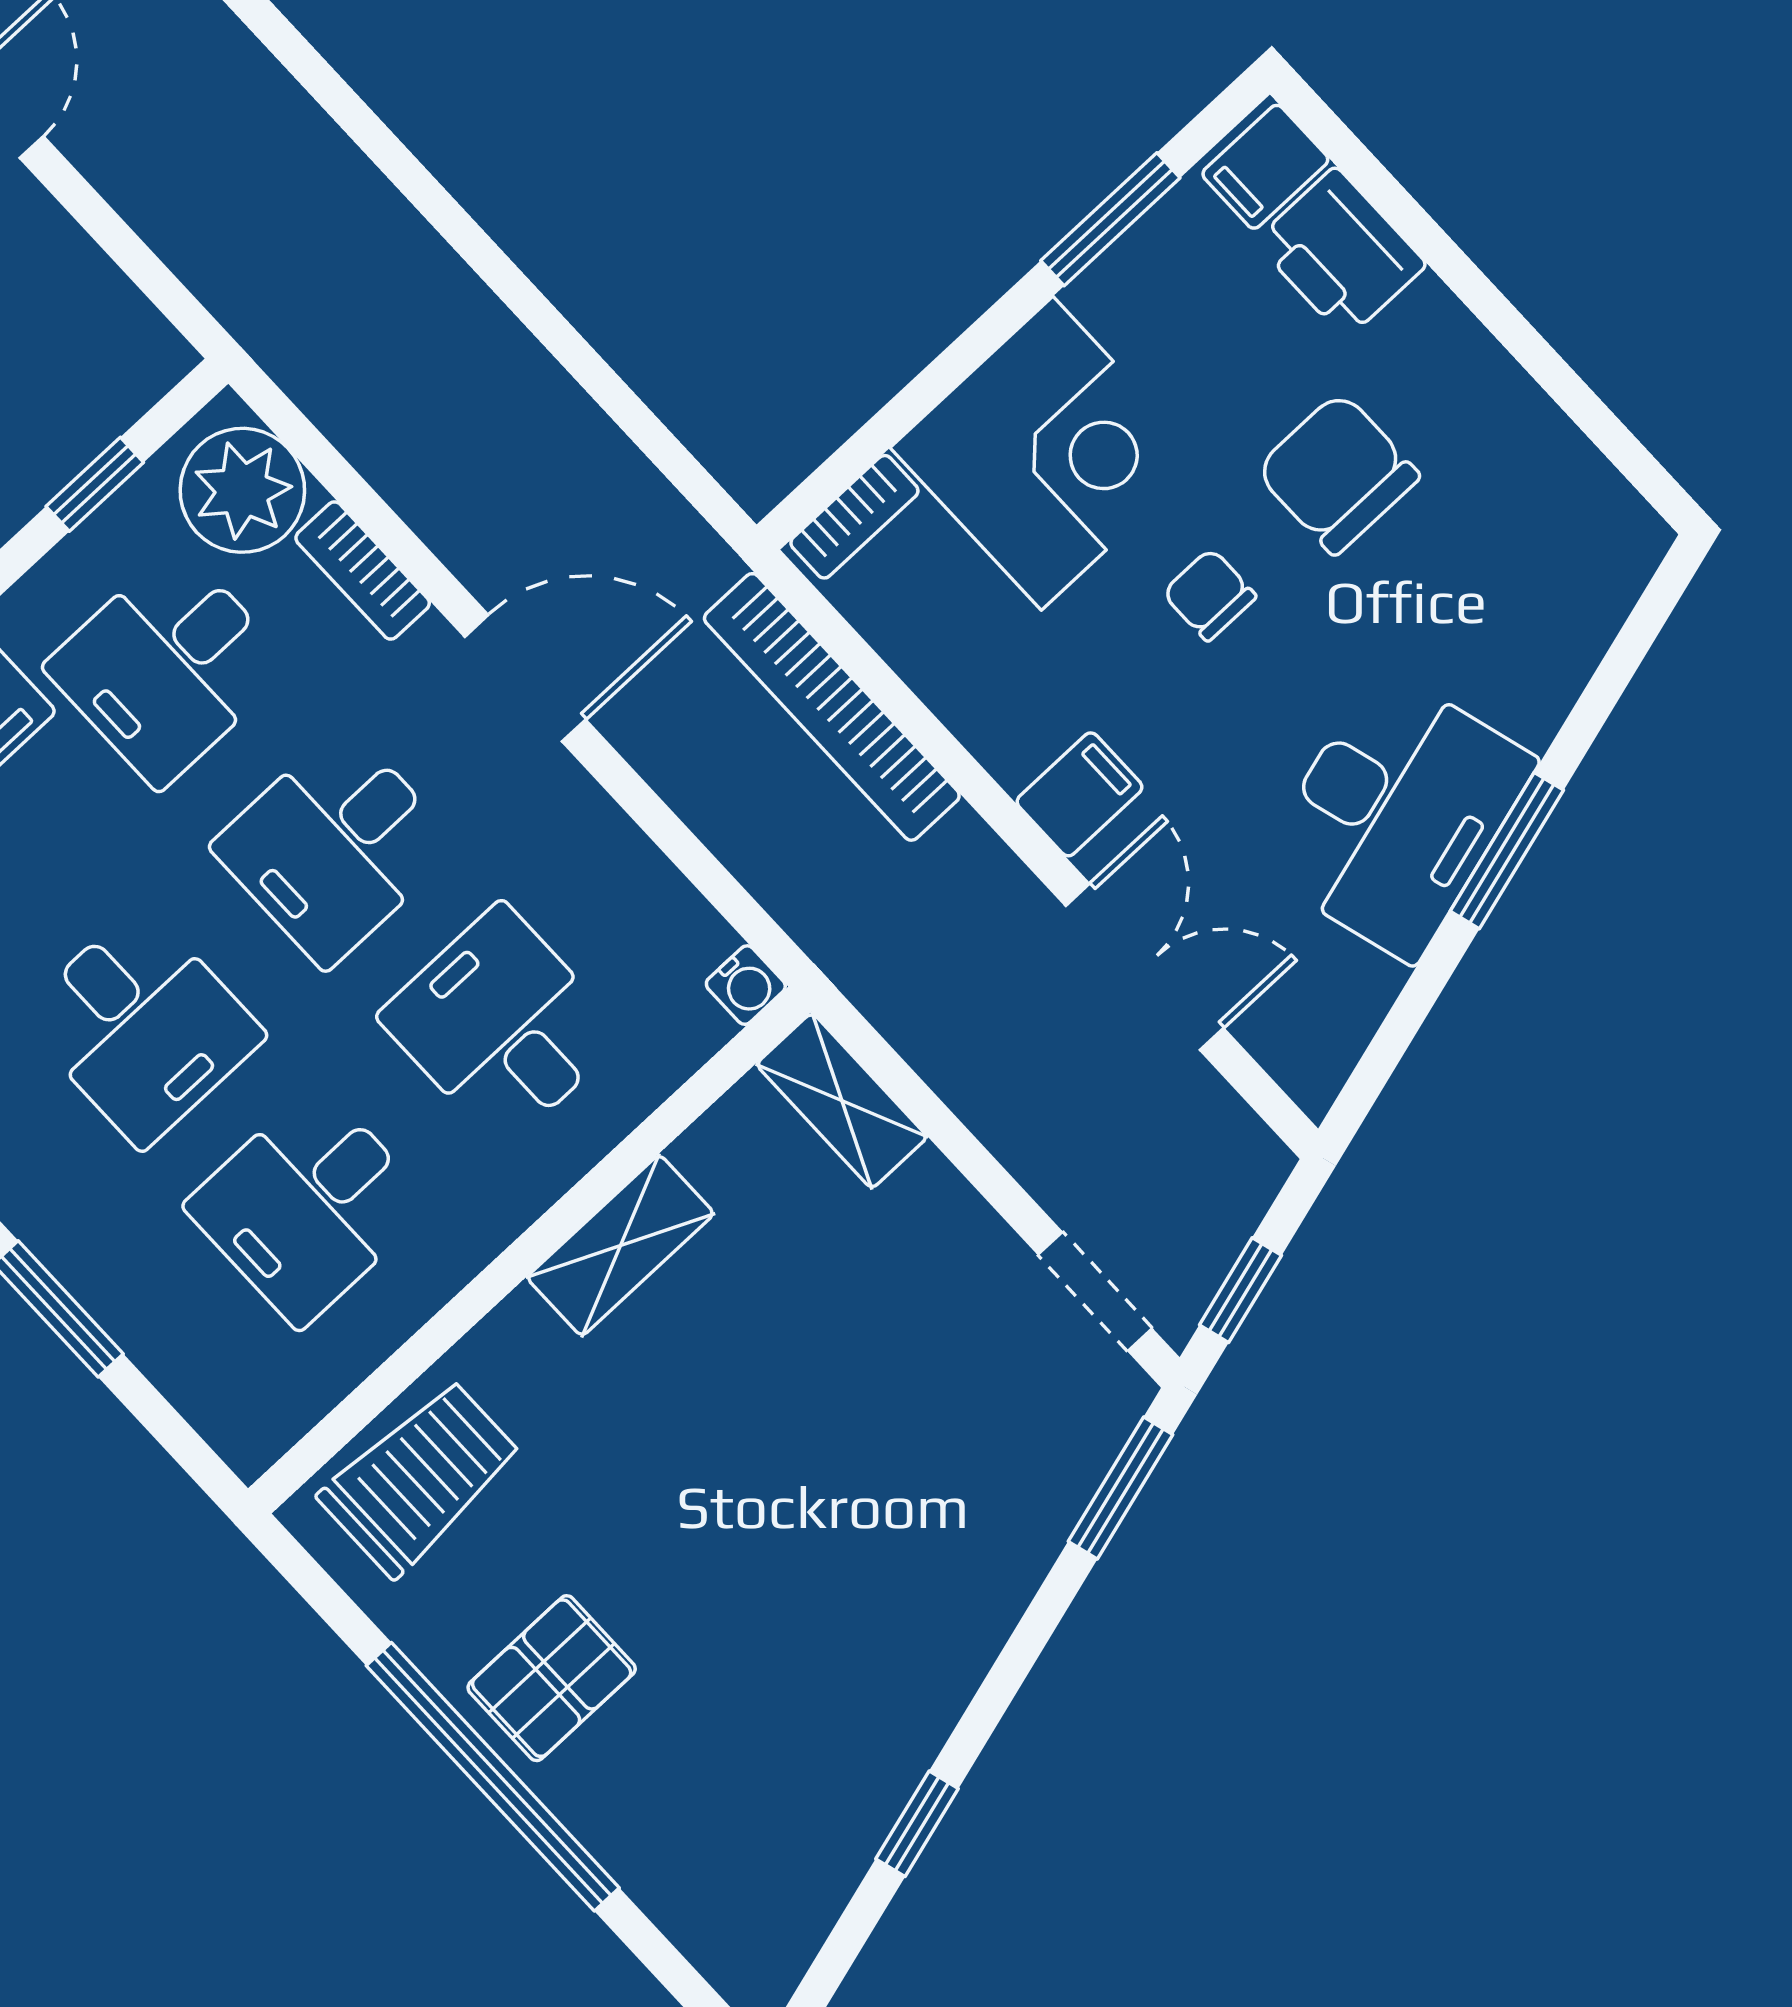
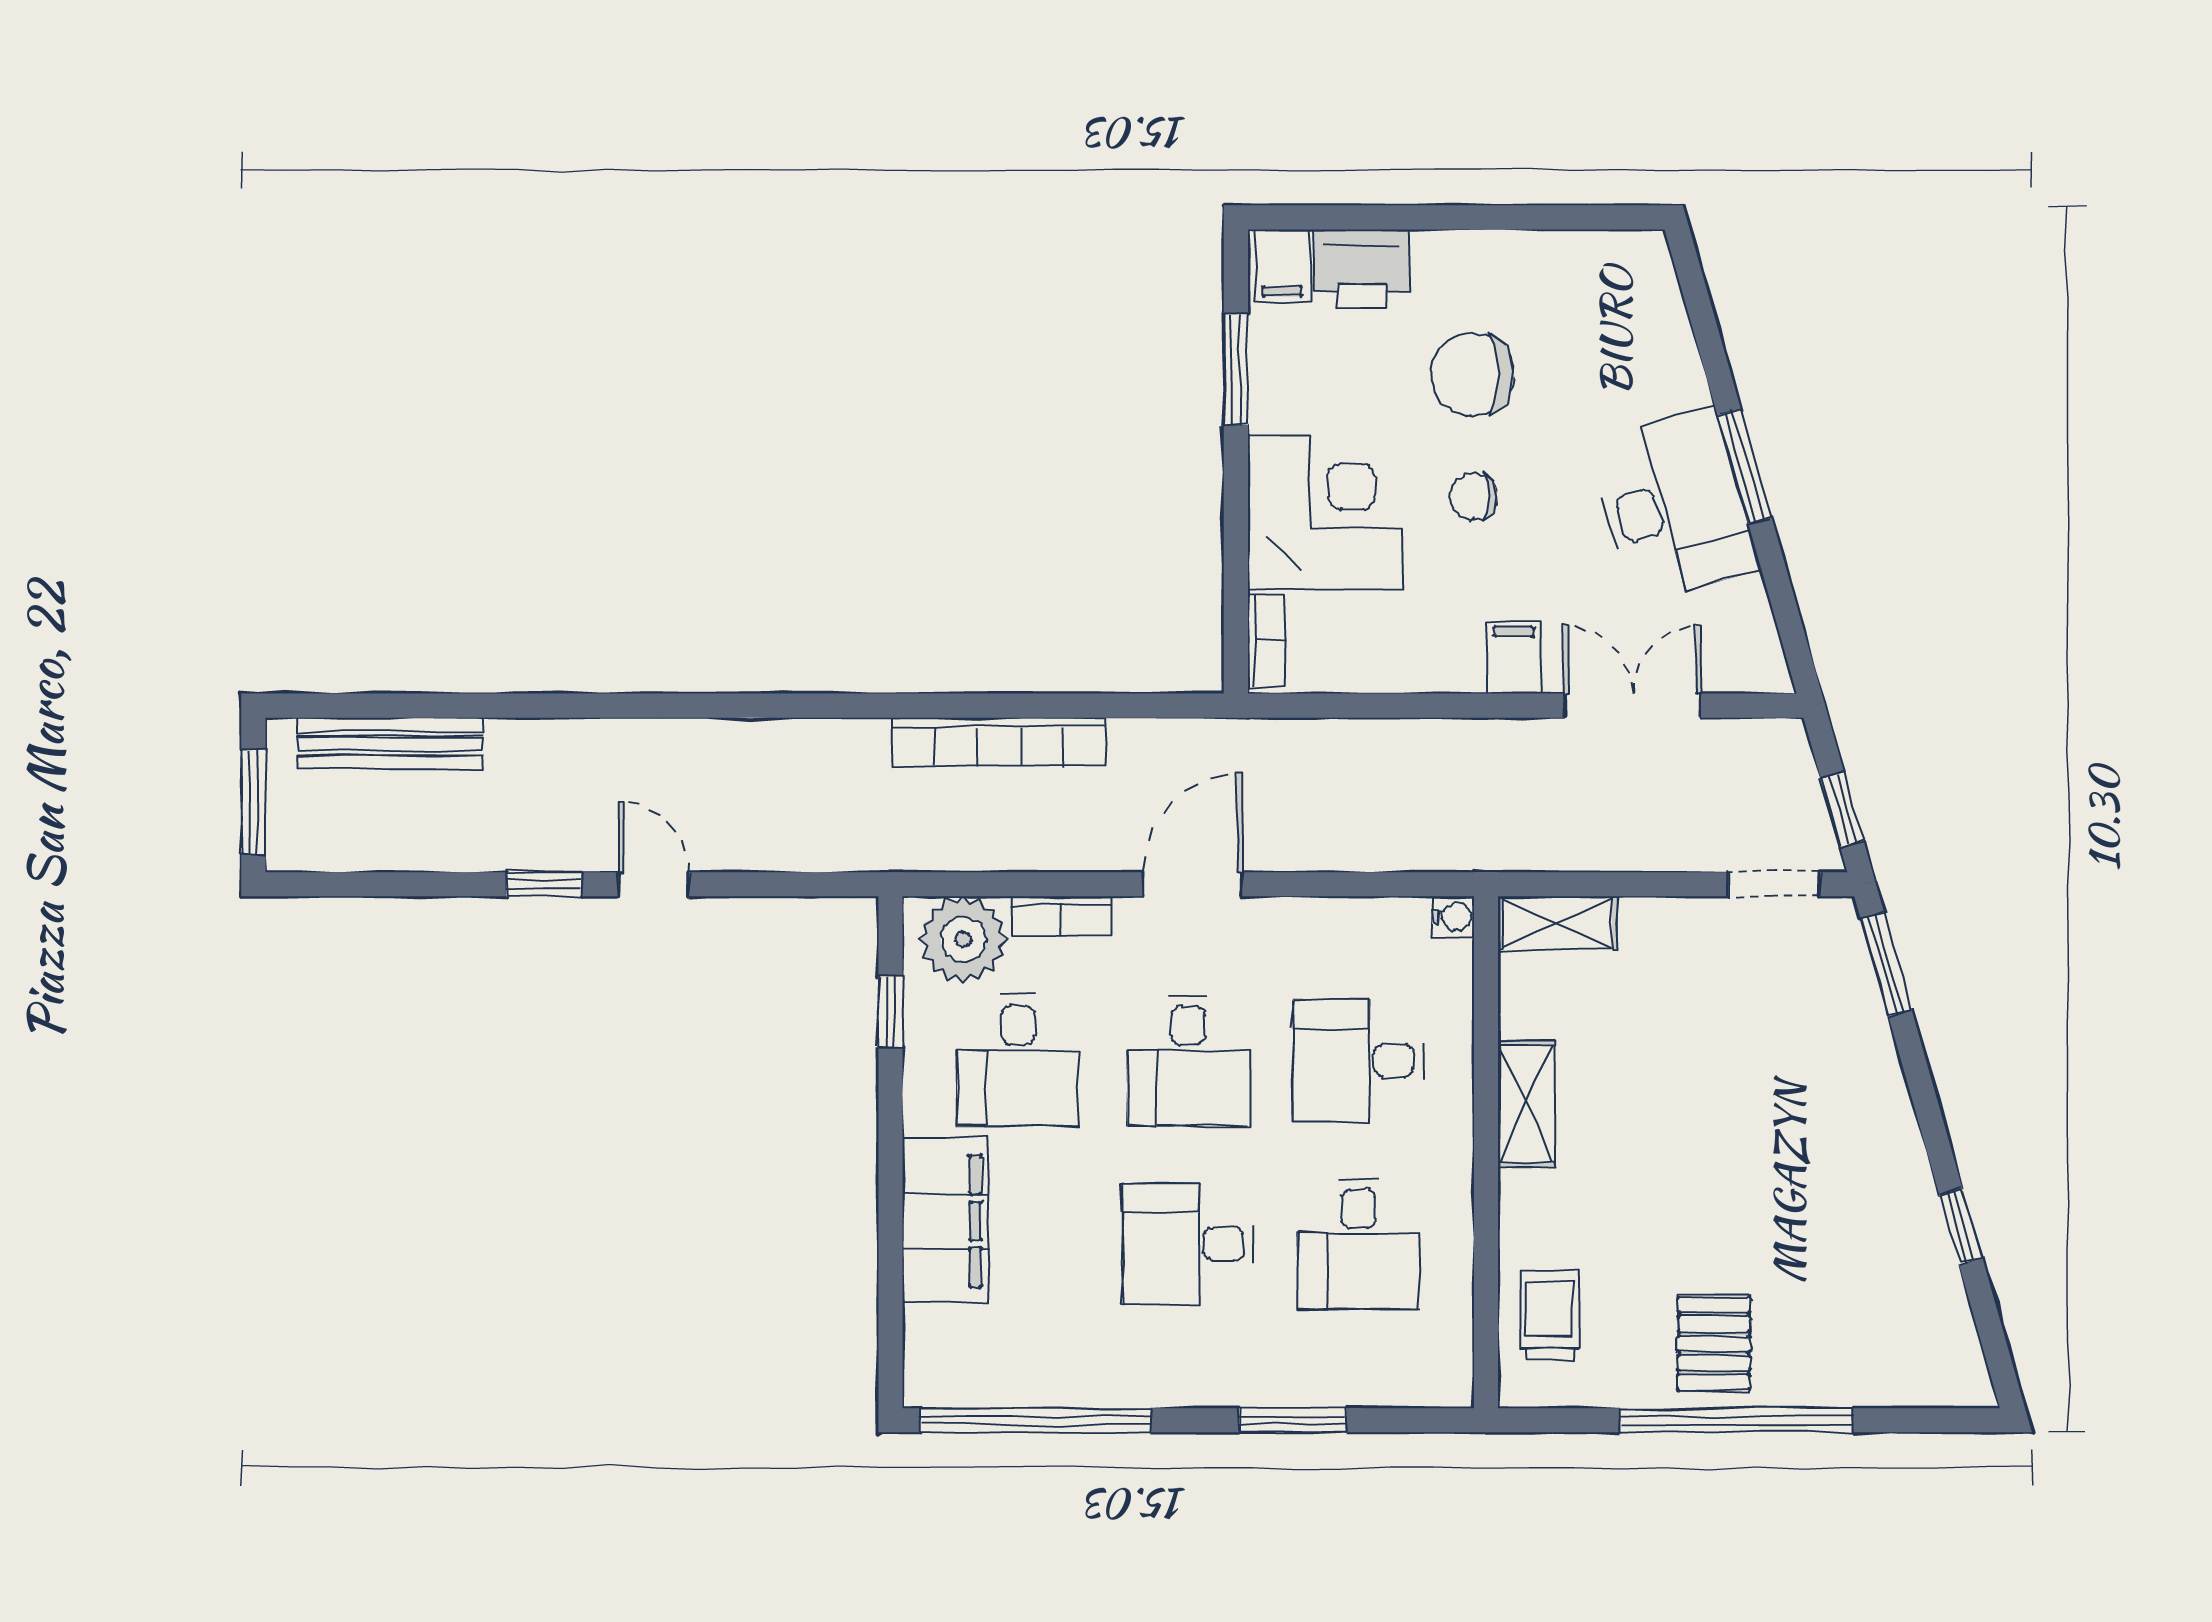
bookcase: (832, 707) -> (999, 742), moved
desk: (142, 1026) -> (1188, 1244), turned 180
trolley: (420, 1478) -> (1550, 1316), width x0.73, depth x0.72

